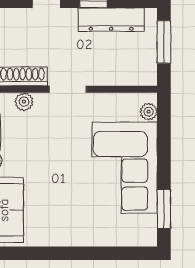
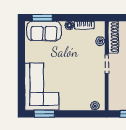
corner sofa: (125, 168) -> (42, 87), moved, turned 90

